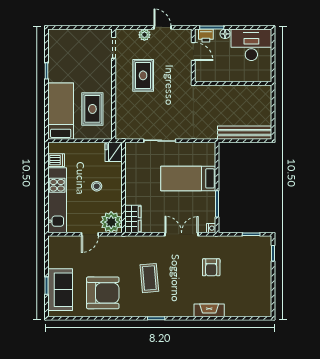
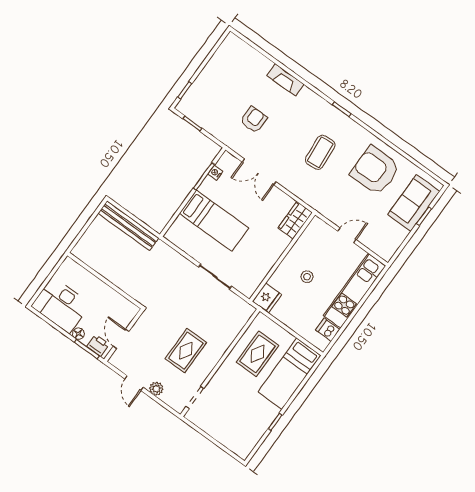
plant: (111, 222) -> (318, 232), removed
nightstand: (211, 228) -> (215, 173), moved

